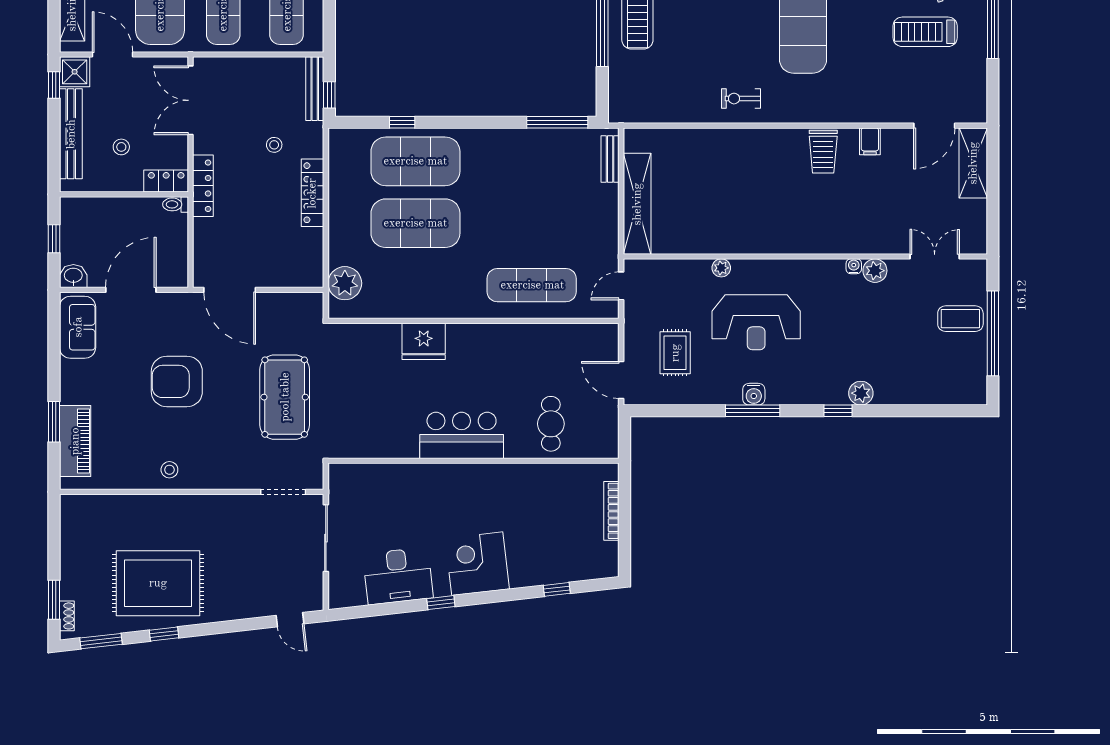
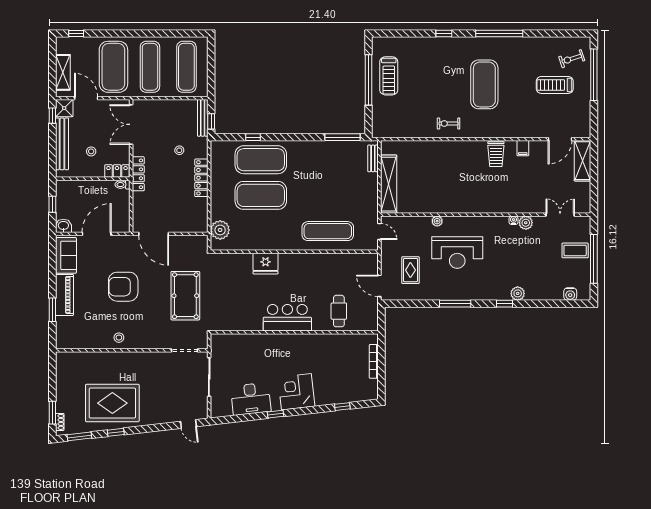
door: (621, 286) -> (379, 232), swing flipped
water cooler: (754, 394) -> (570, 294), moved
piano: (75, 441) -> (64, 295), moved

